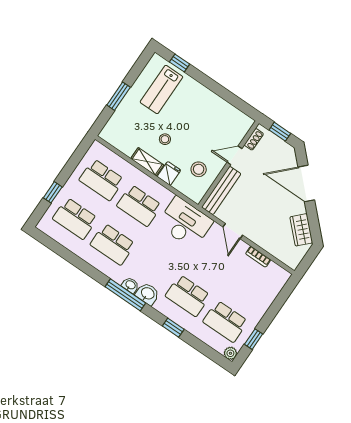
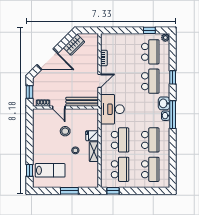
stool: (199, 169) -> (65, 131), moved
door: (306, 183) -> (47, 59), hinge flipped
window: (53, 192) -> (113, 191), moved

